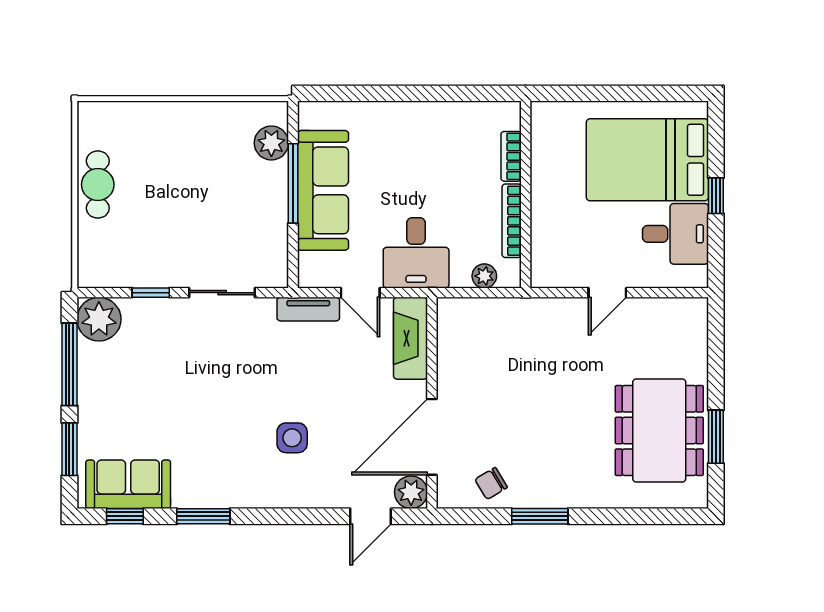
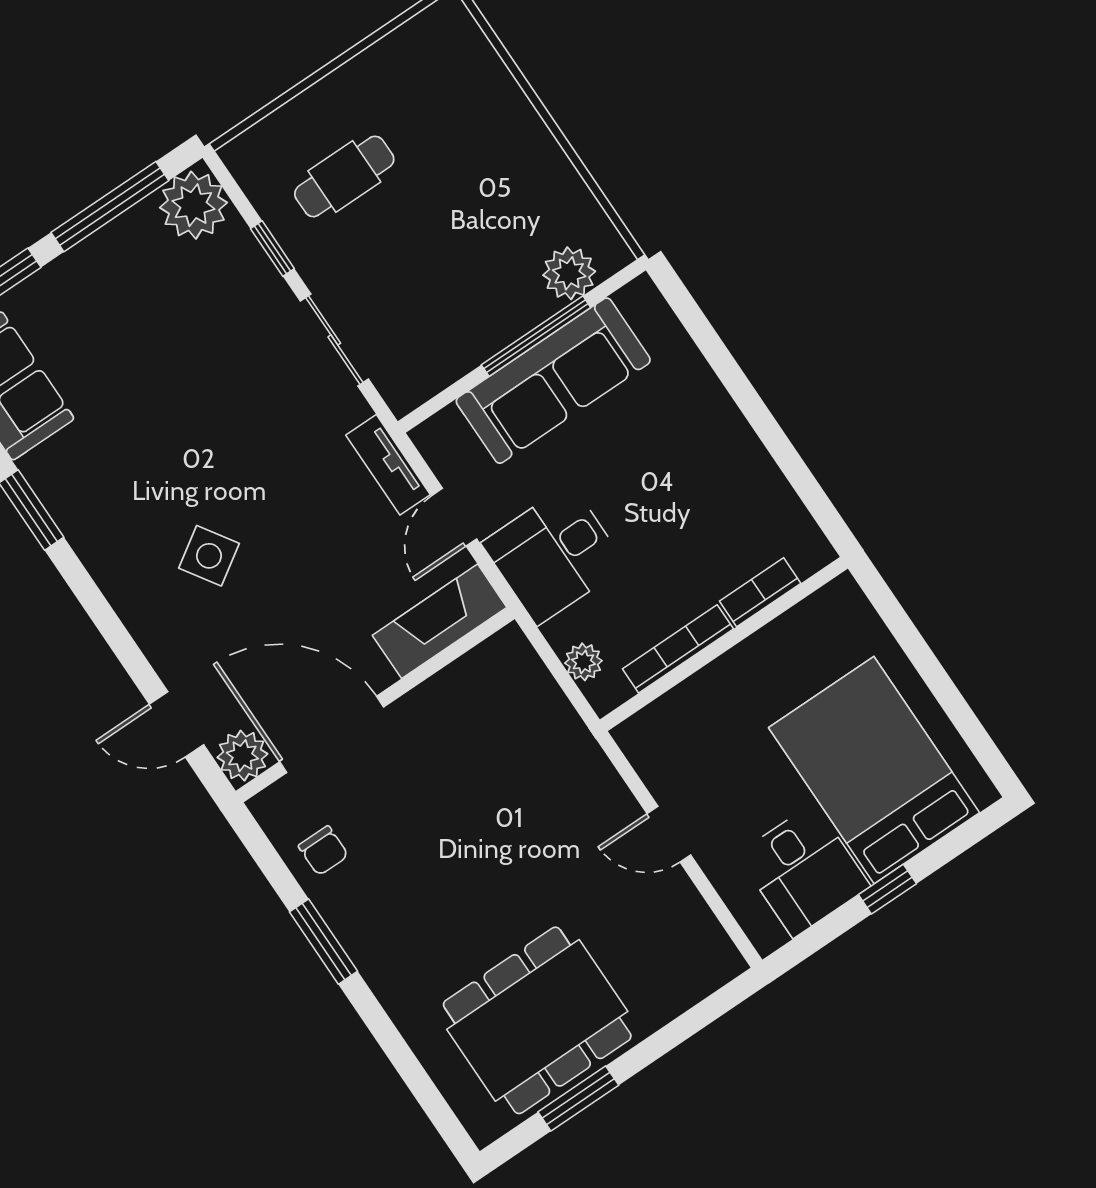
cafe table: (98, 185) -> (344, 176), moved
side table: (292, 438) -> (209, 556), turned -33
chair: (491, 483) -> (323, 851), turned -149

